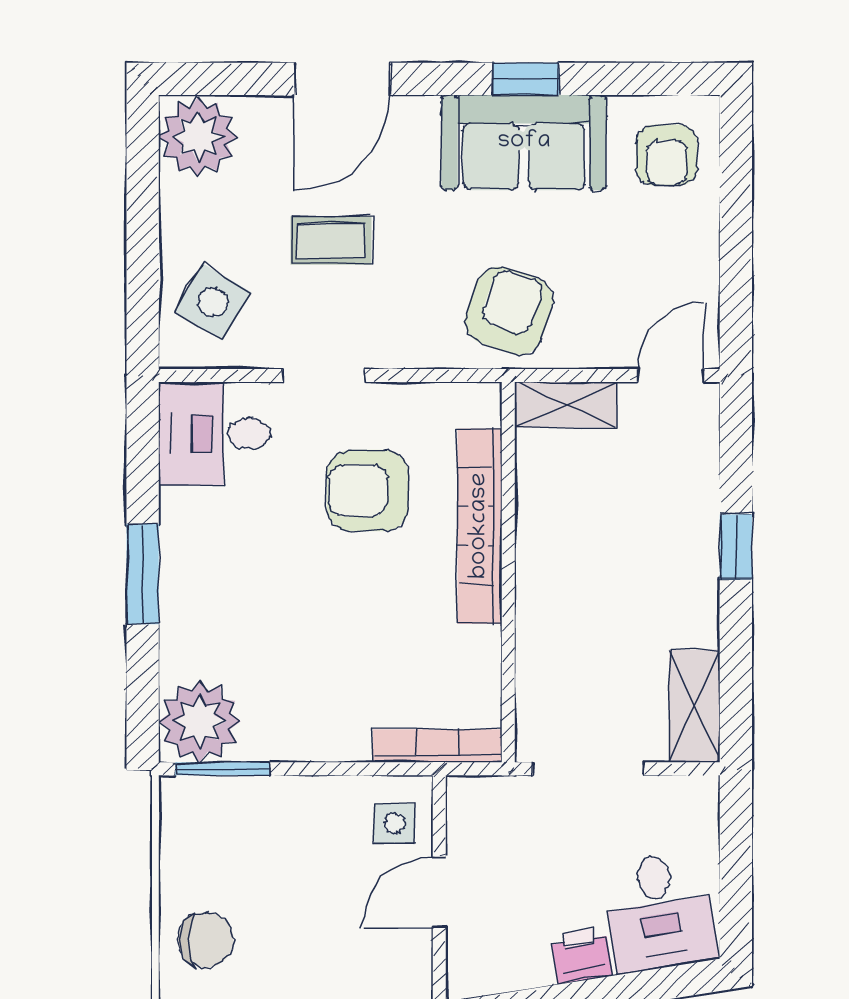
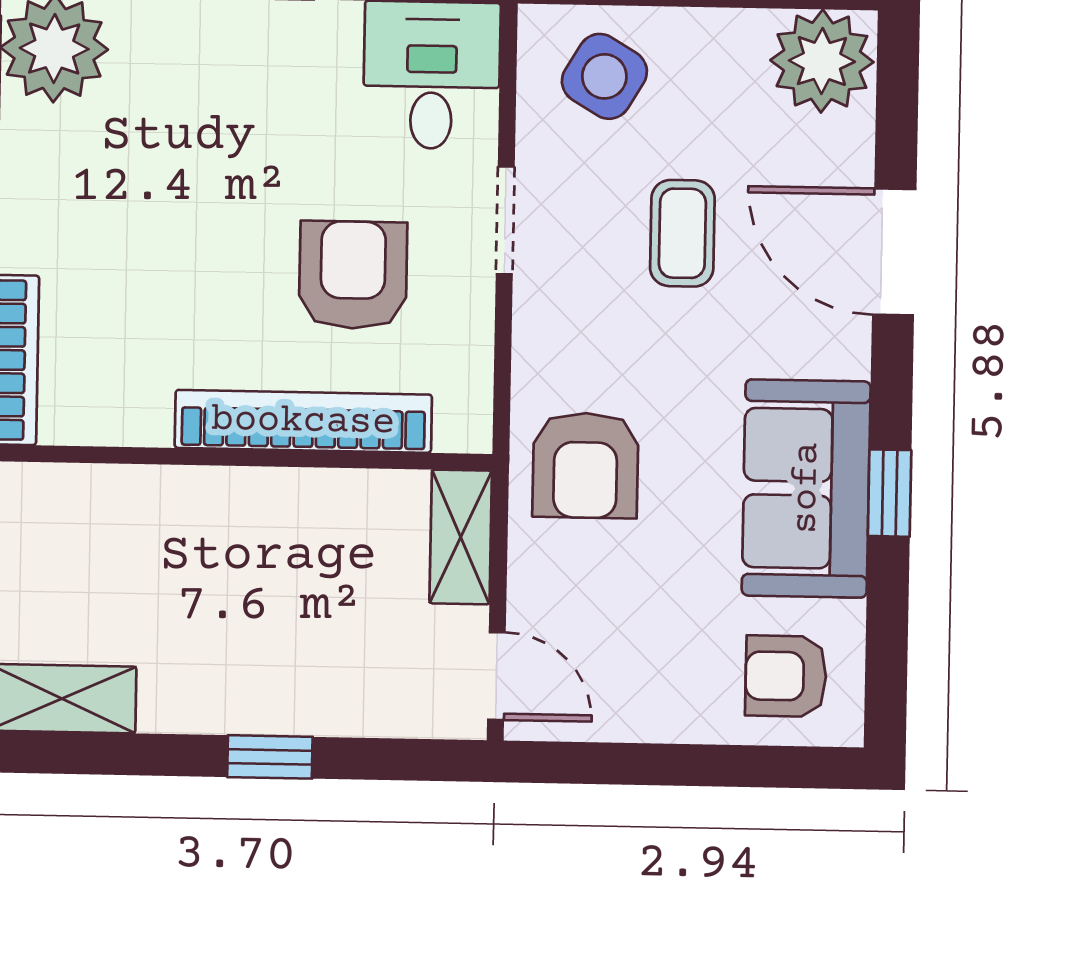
armchair: (509, 311) -> (585, 465), turned 71

